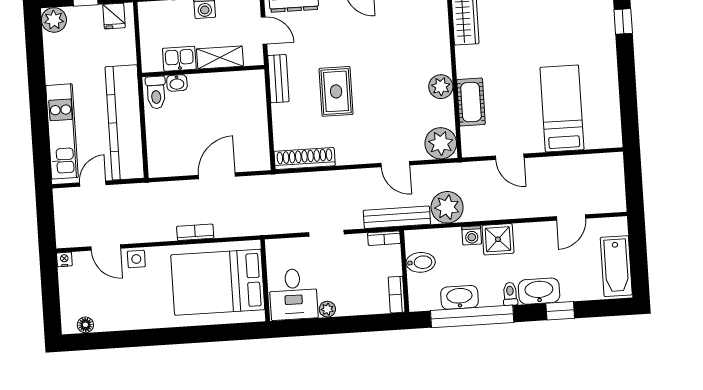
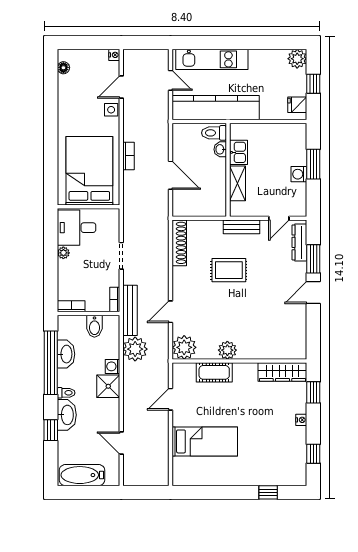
shelving: (220, 58) -> (237, 183), moved
kitchen sink: (179, 59) -> (239, 152), moved
wall: (203, 71) -> (228, 170), moved
washbasin: (177, 83) -> (220, 149), moved
toilet: (156, 93) -> (214, 133), moved

